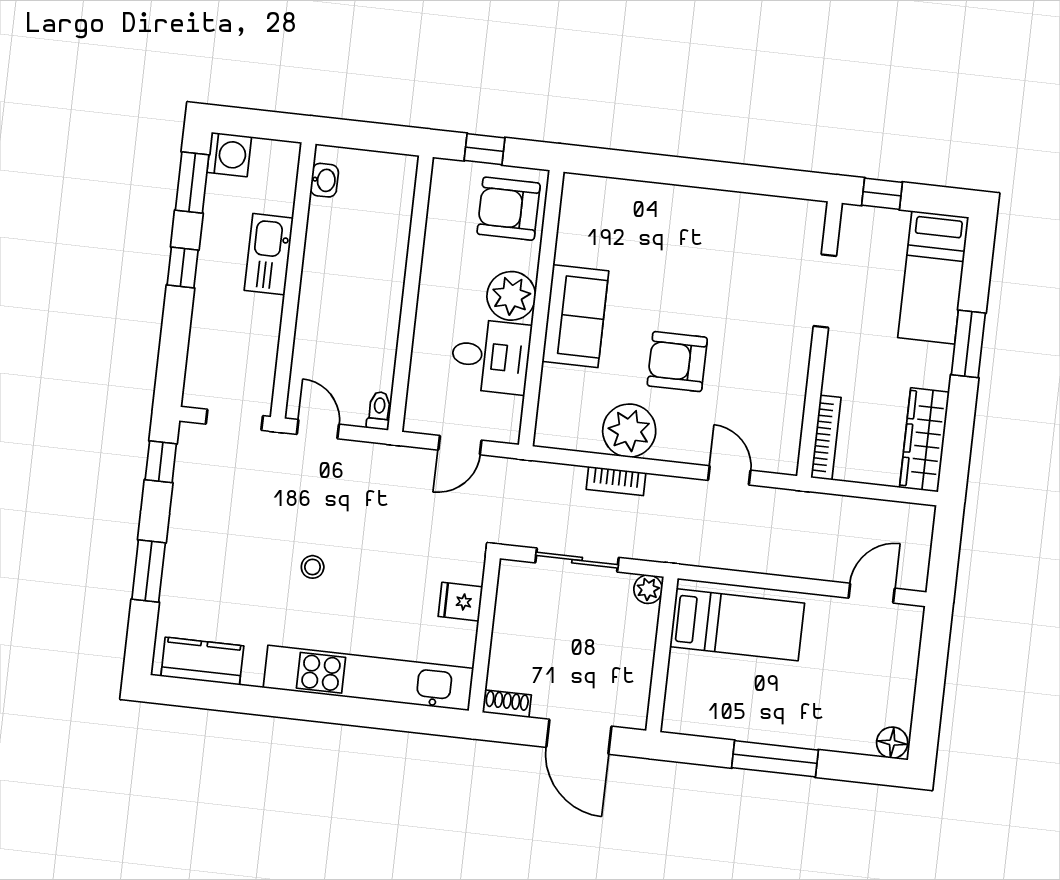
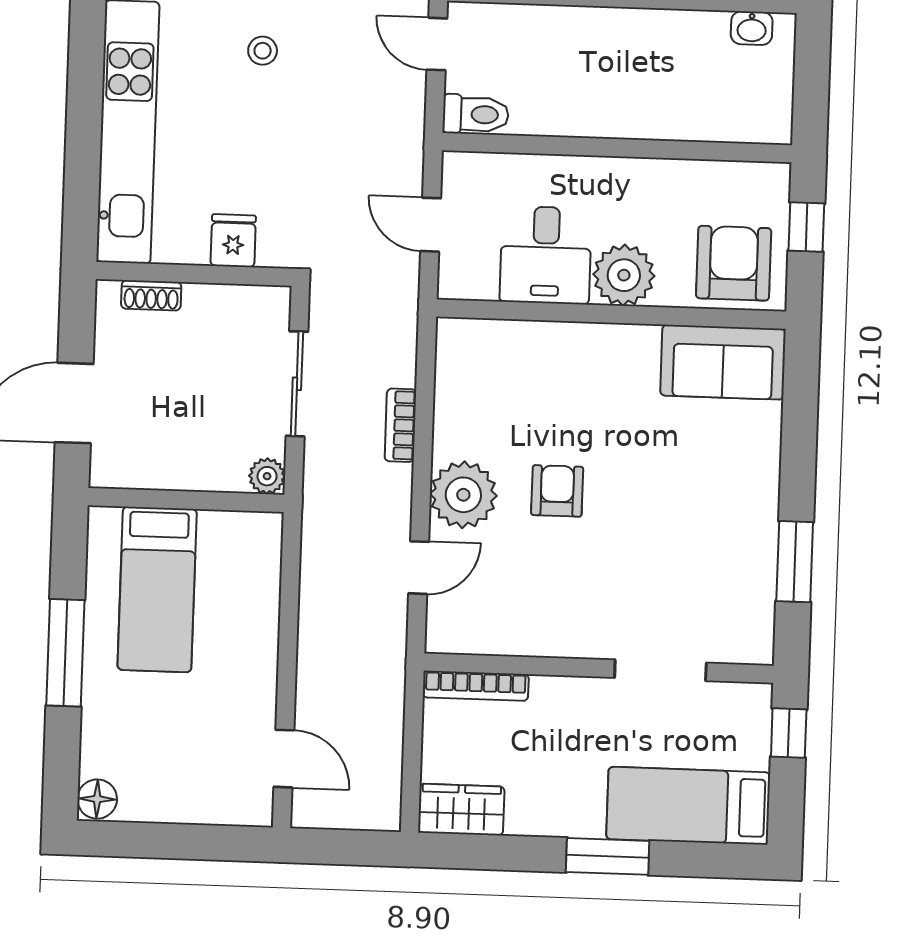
window: (747, 179) -> (795, 562), added
sofa: (575, 316) -> (723, 362), moved
armchair: (677, 362) -> (557, 491), width x0.72, depth x0.72
toilet: (379, 411) -> (476, 114), width x1.37, depth x1.39
door: (318, 429) -> (437, 44), swing flipped
plant: (629, 431) -> (463, 495), moved
wardrobe: (924, 440) -> (461, 810), width x0.67
bed: (737, 625) -> (157, 589), moved
shoe rack: (507, 704) -> (151, 295), moved, turned 90

